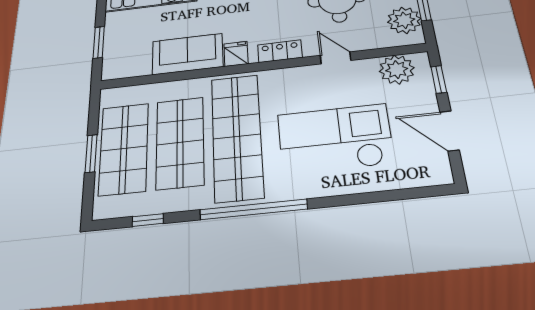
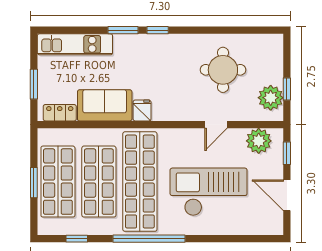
locker: (280, 51) -> (60, 113), moved
door: (336, 58) -> (216, 125), swing flipped

